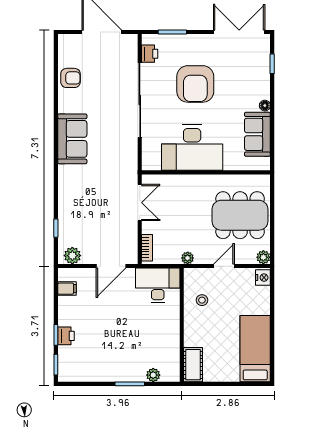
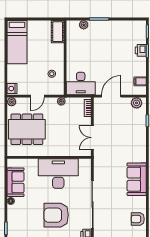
armchair: (195, 84) -> (56, 215), turned -90

